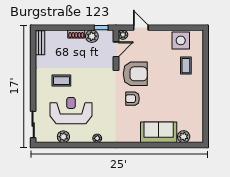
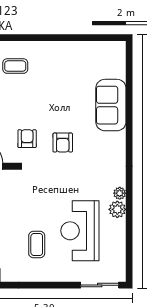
armchair: (135, 74) -> (27, 139), width x0.53, depth x0.53
plant: (63, 137) -> (117, 209), moved
plant: (184, 137) -> (117, 69), removed

